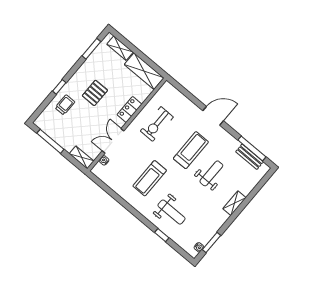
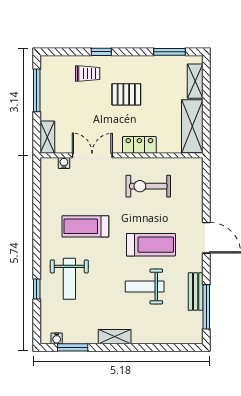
bench: (250, 157) -> (196, 291), moved
weight bench: (211, 173) -> (145, 286), turned 180
shelving: (234, 203) -> (115, 337), moved

